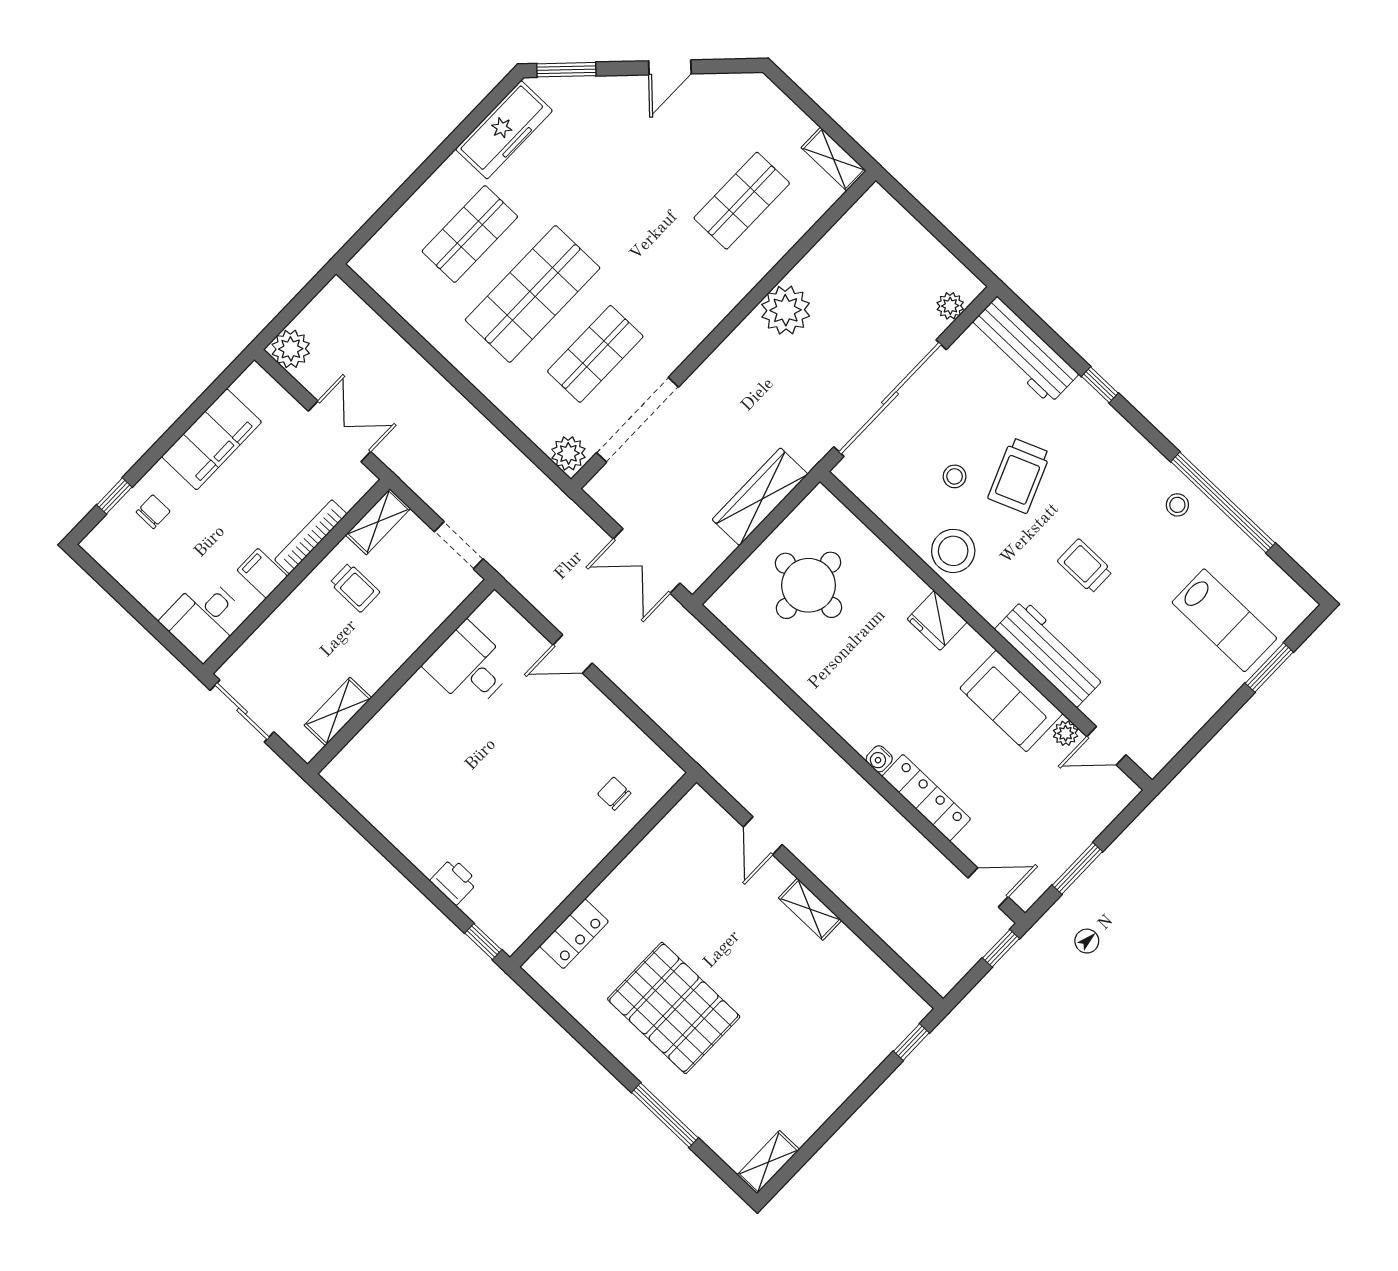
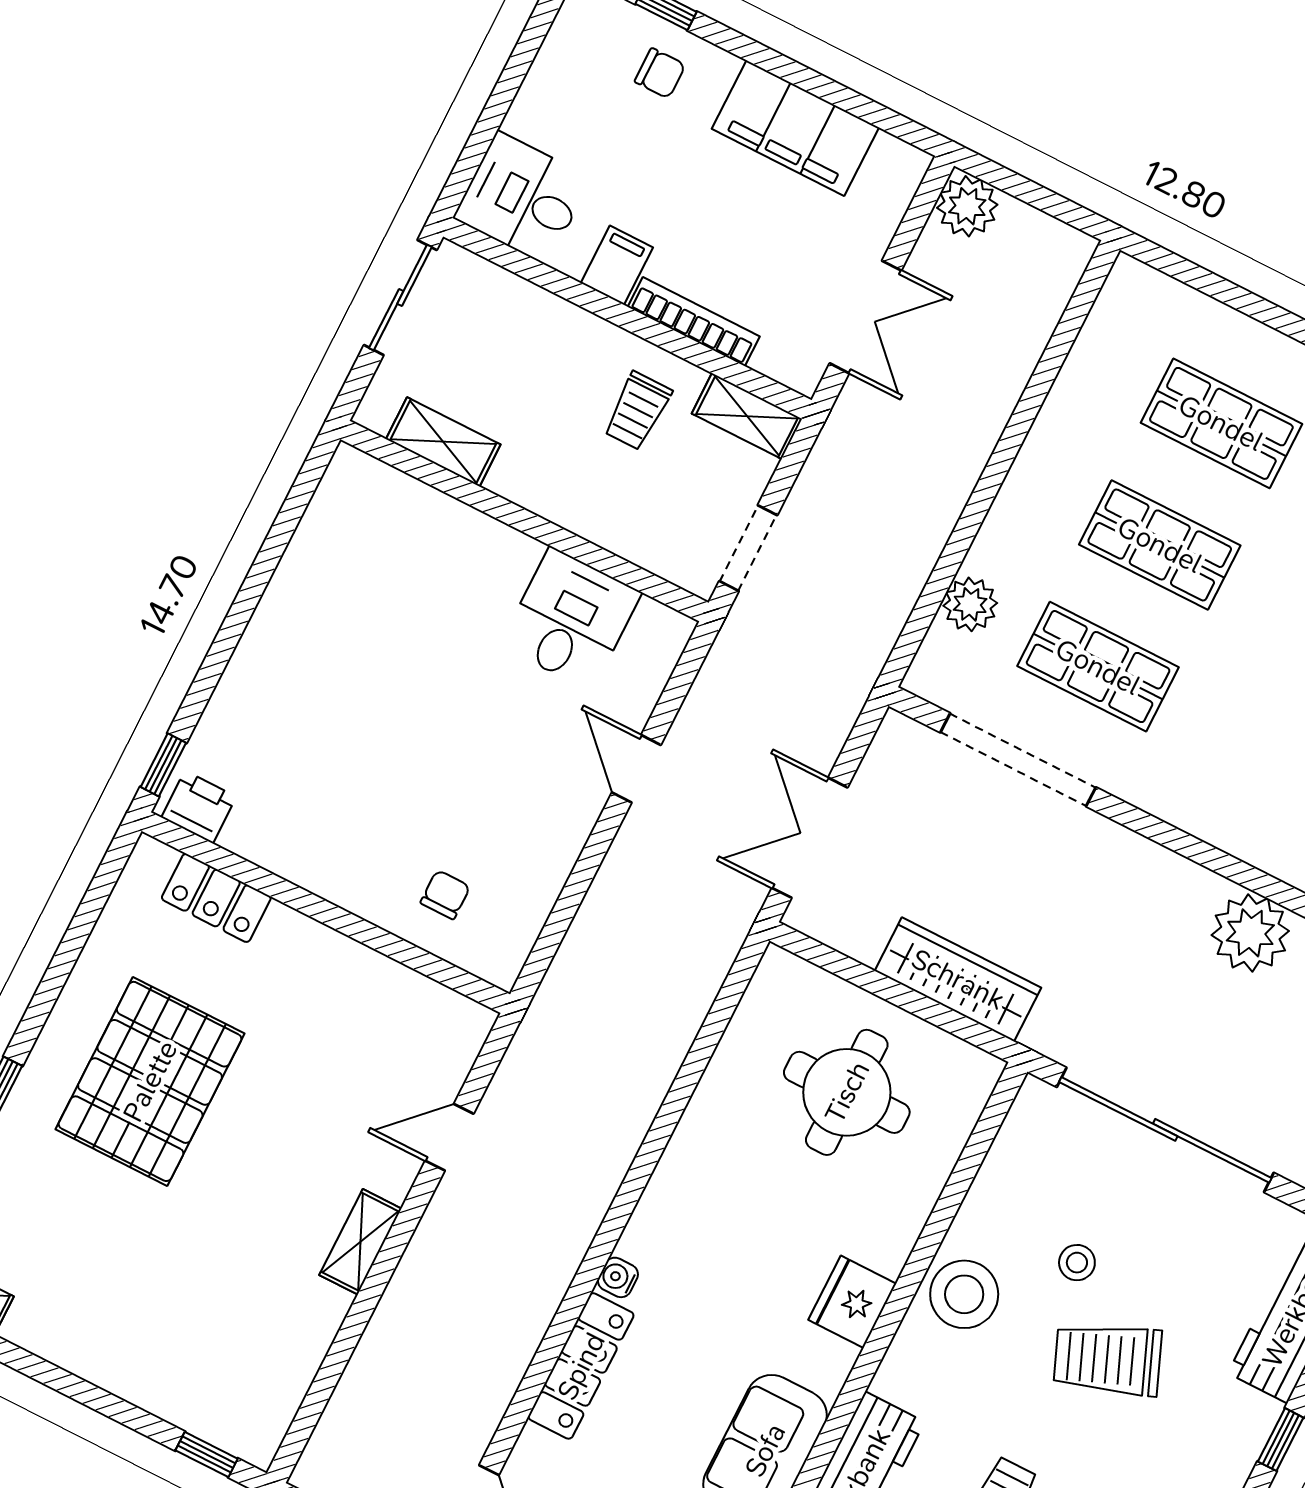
shop shelf: (533, 294) -> (1160, 545), width x0.70, depth x0.74
plant: (568, 453) -> (970, 604), moved
printer: (454, 881) -> (199, 807), moved, turned -90

